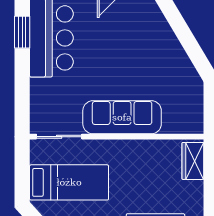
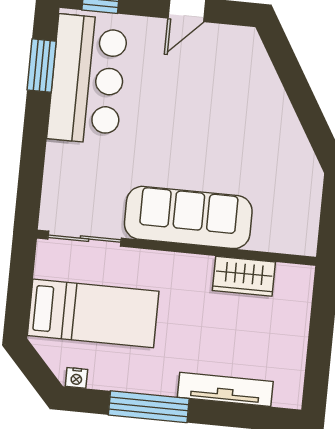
wardrobe: (193, 161) -> (244, 276), moved, turned -90

